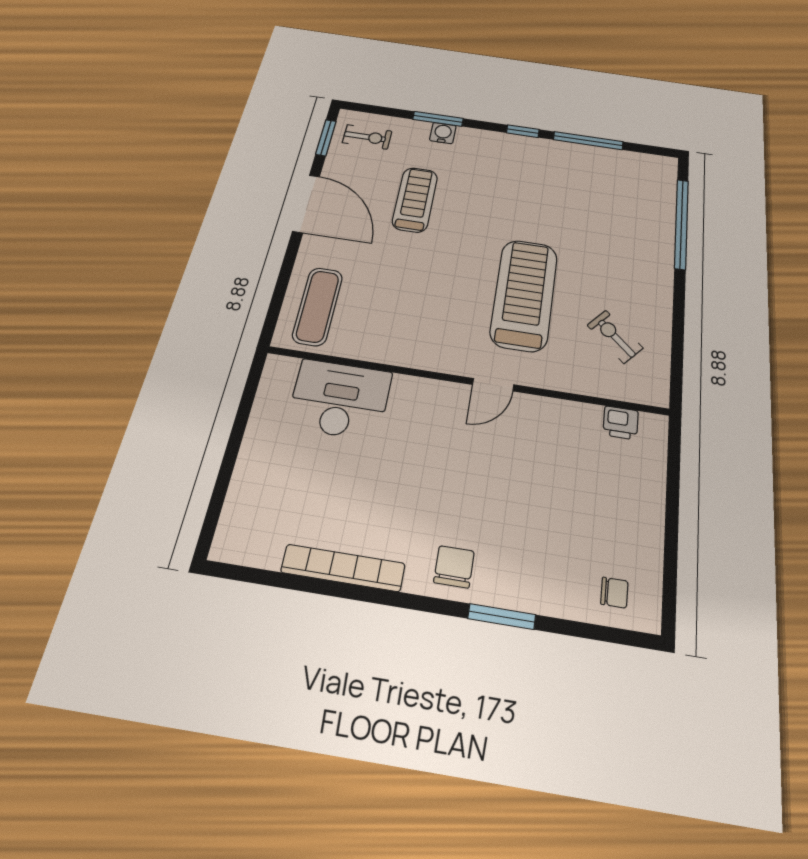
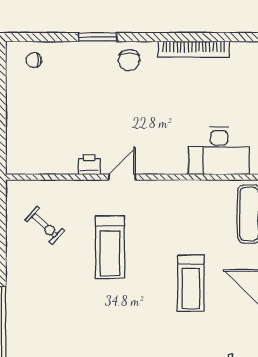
treadmill: (415, 200) -> (191, 283), moved
treadmill: (524, 295) -> (110, 247), width x0.73, depth x0.73
printer: (621, 423) -> (89, 165), moved

